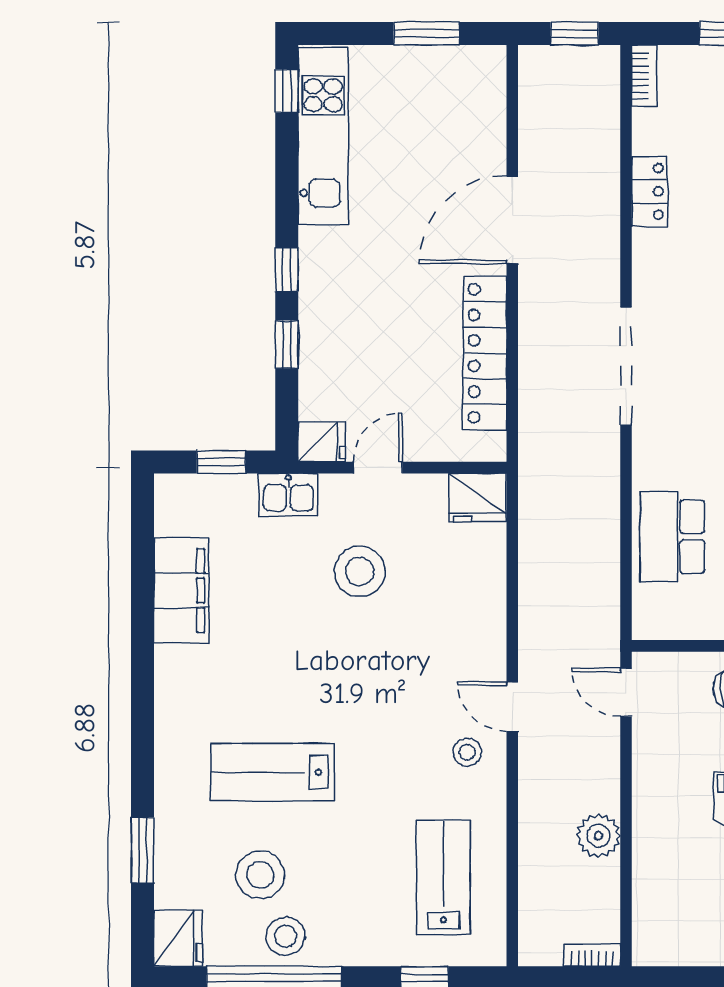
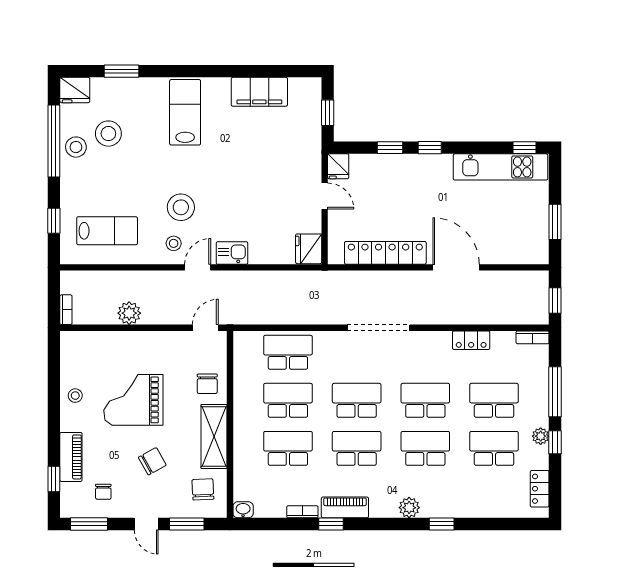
kitchen sink: (288, 495) -> (232, 253), moved, turned 90
stool: (360, 571) -> (181, 207), moved
lab bench: (272, 772) -> (185, 112), moved

